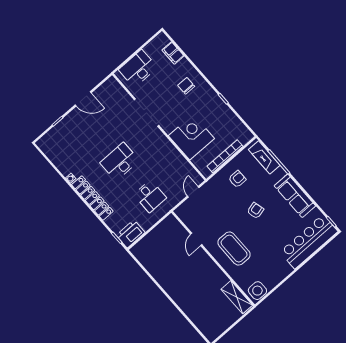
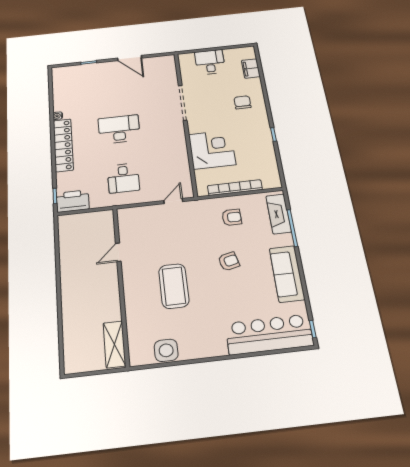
desk: (138, 69) -> (210, 62), width x0.73
door: (196, 239) -> (118, 252), moved
wall: (213, 259) -> (121, 284), moved
shelving: (237, 297) -> (114, 344), moved

